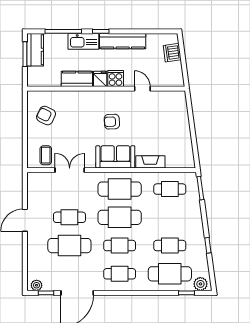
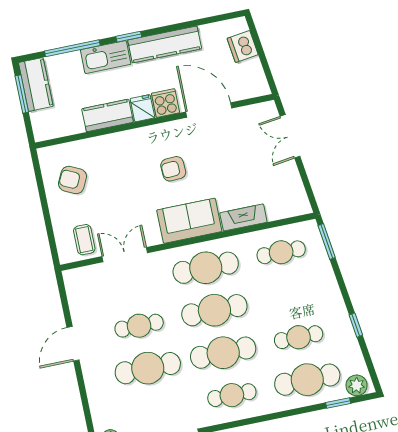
door: (142, 89) -> (209, 110), width x1.87
double door: (191, 116) -> (290, 136), added
cafe table: (120, 246) -> (223, 353), width x1.37, depth x1.35

